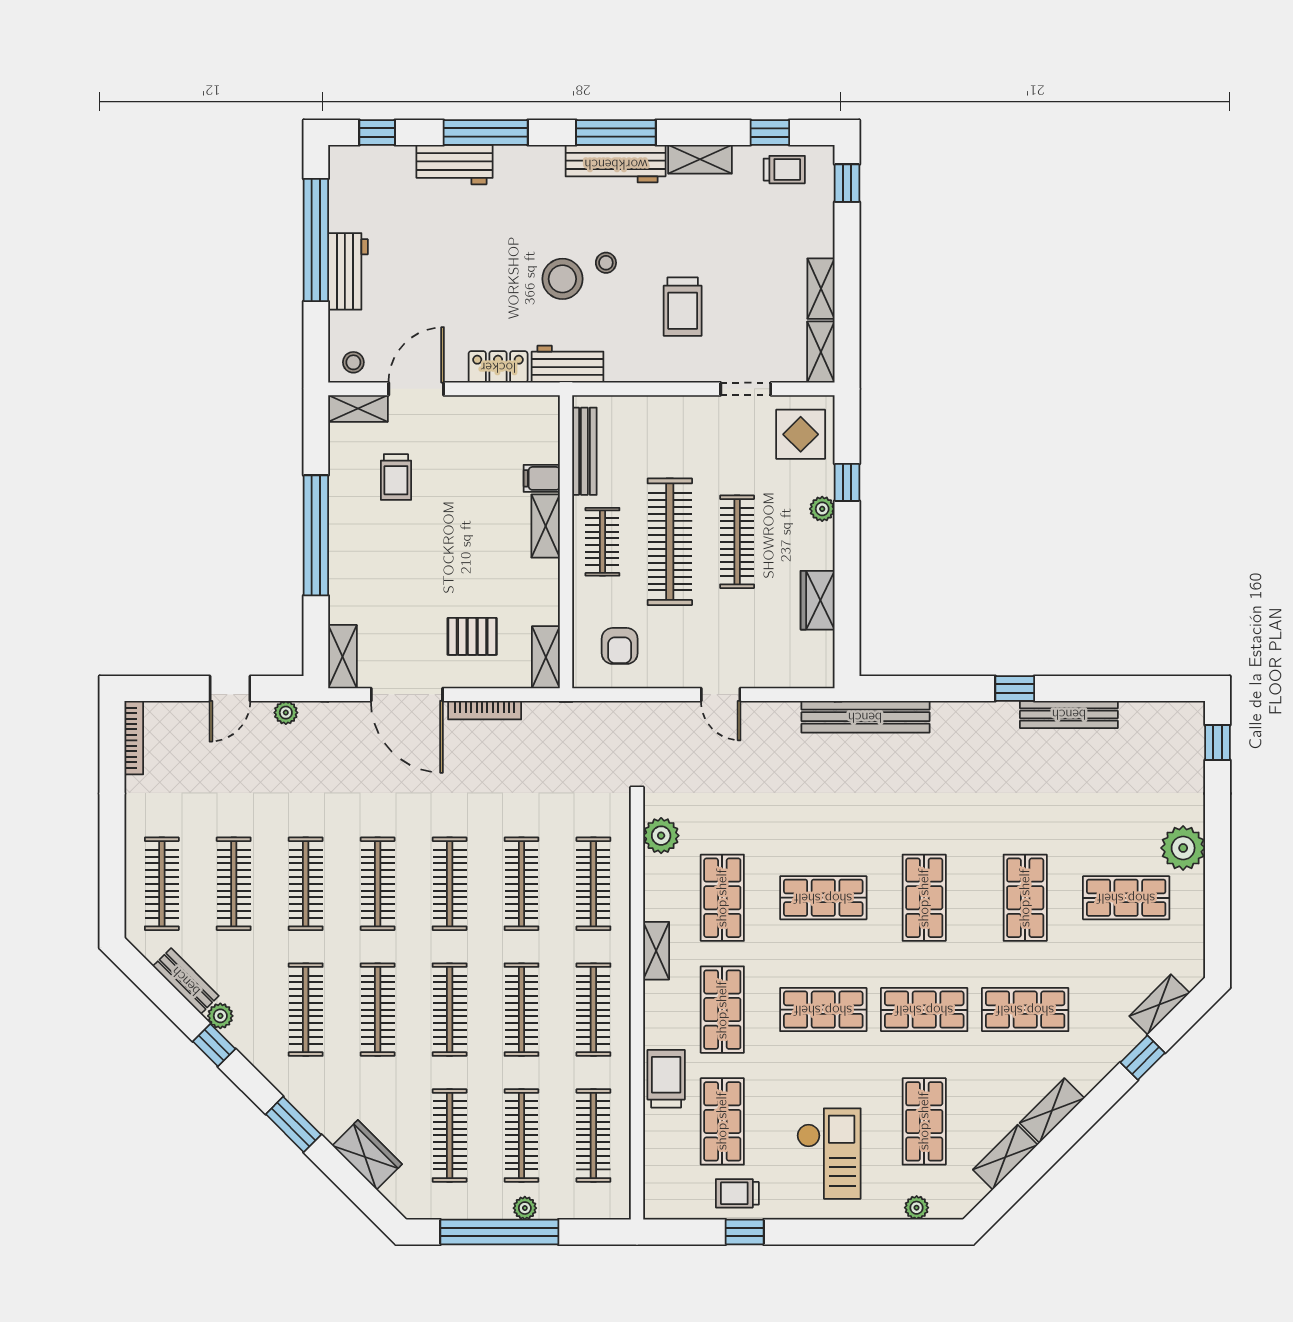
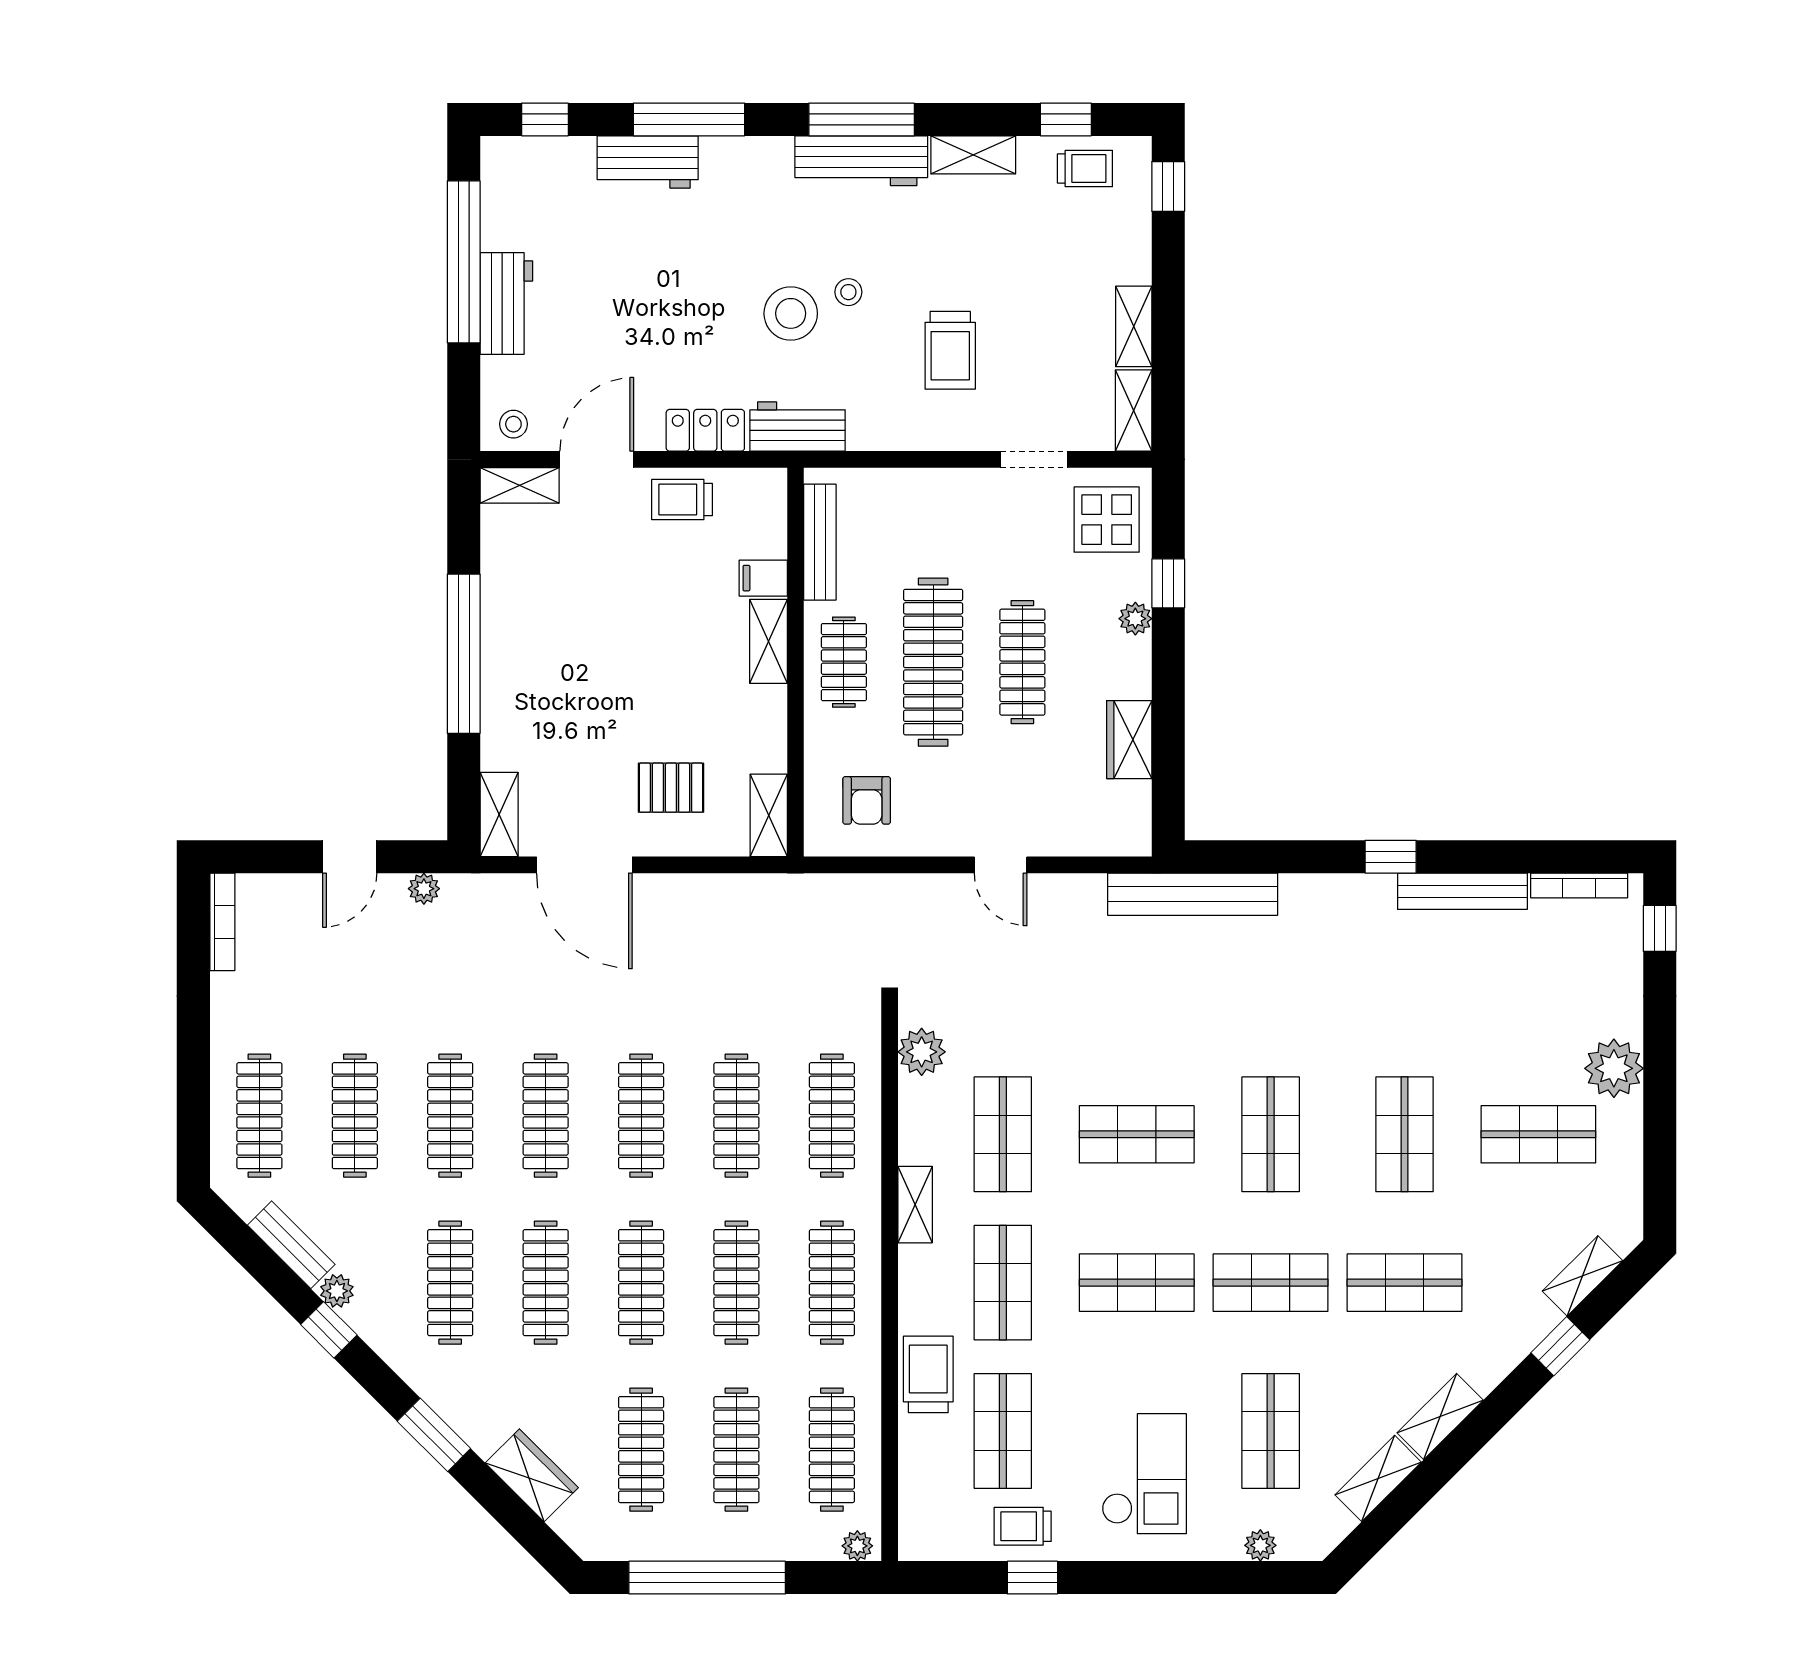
trolley: (396, 477) -> (682, 500), moved, turned 90
bookcase: (485, 710) -> (1579, 885), moved
plant: (525, 1208) -> (857, 1546), moved

